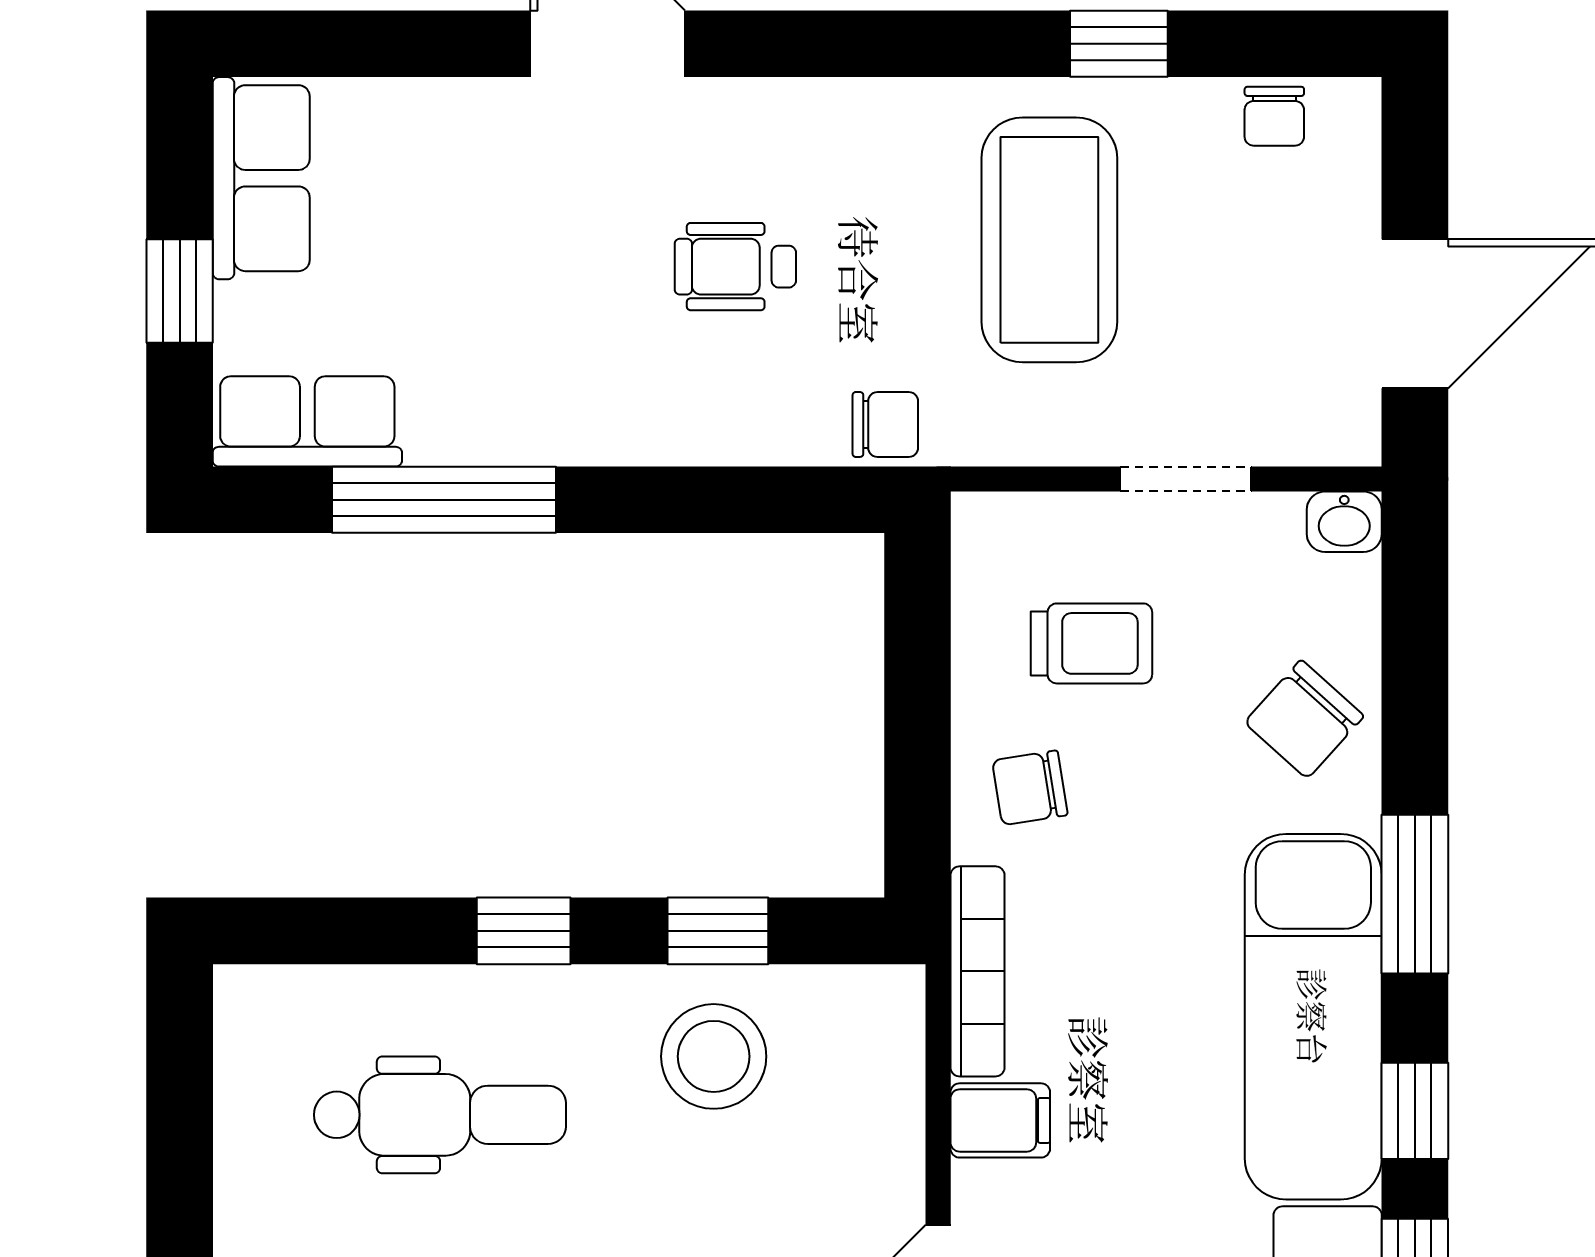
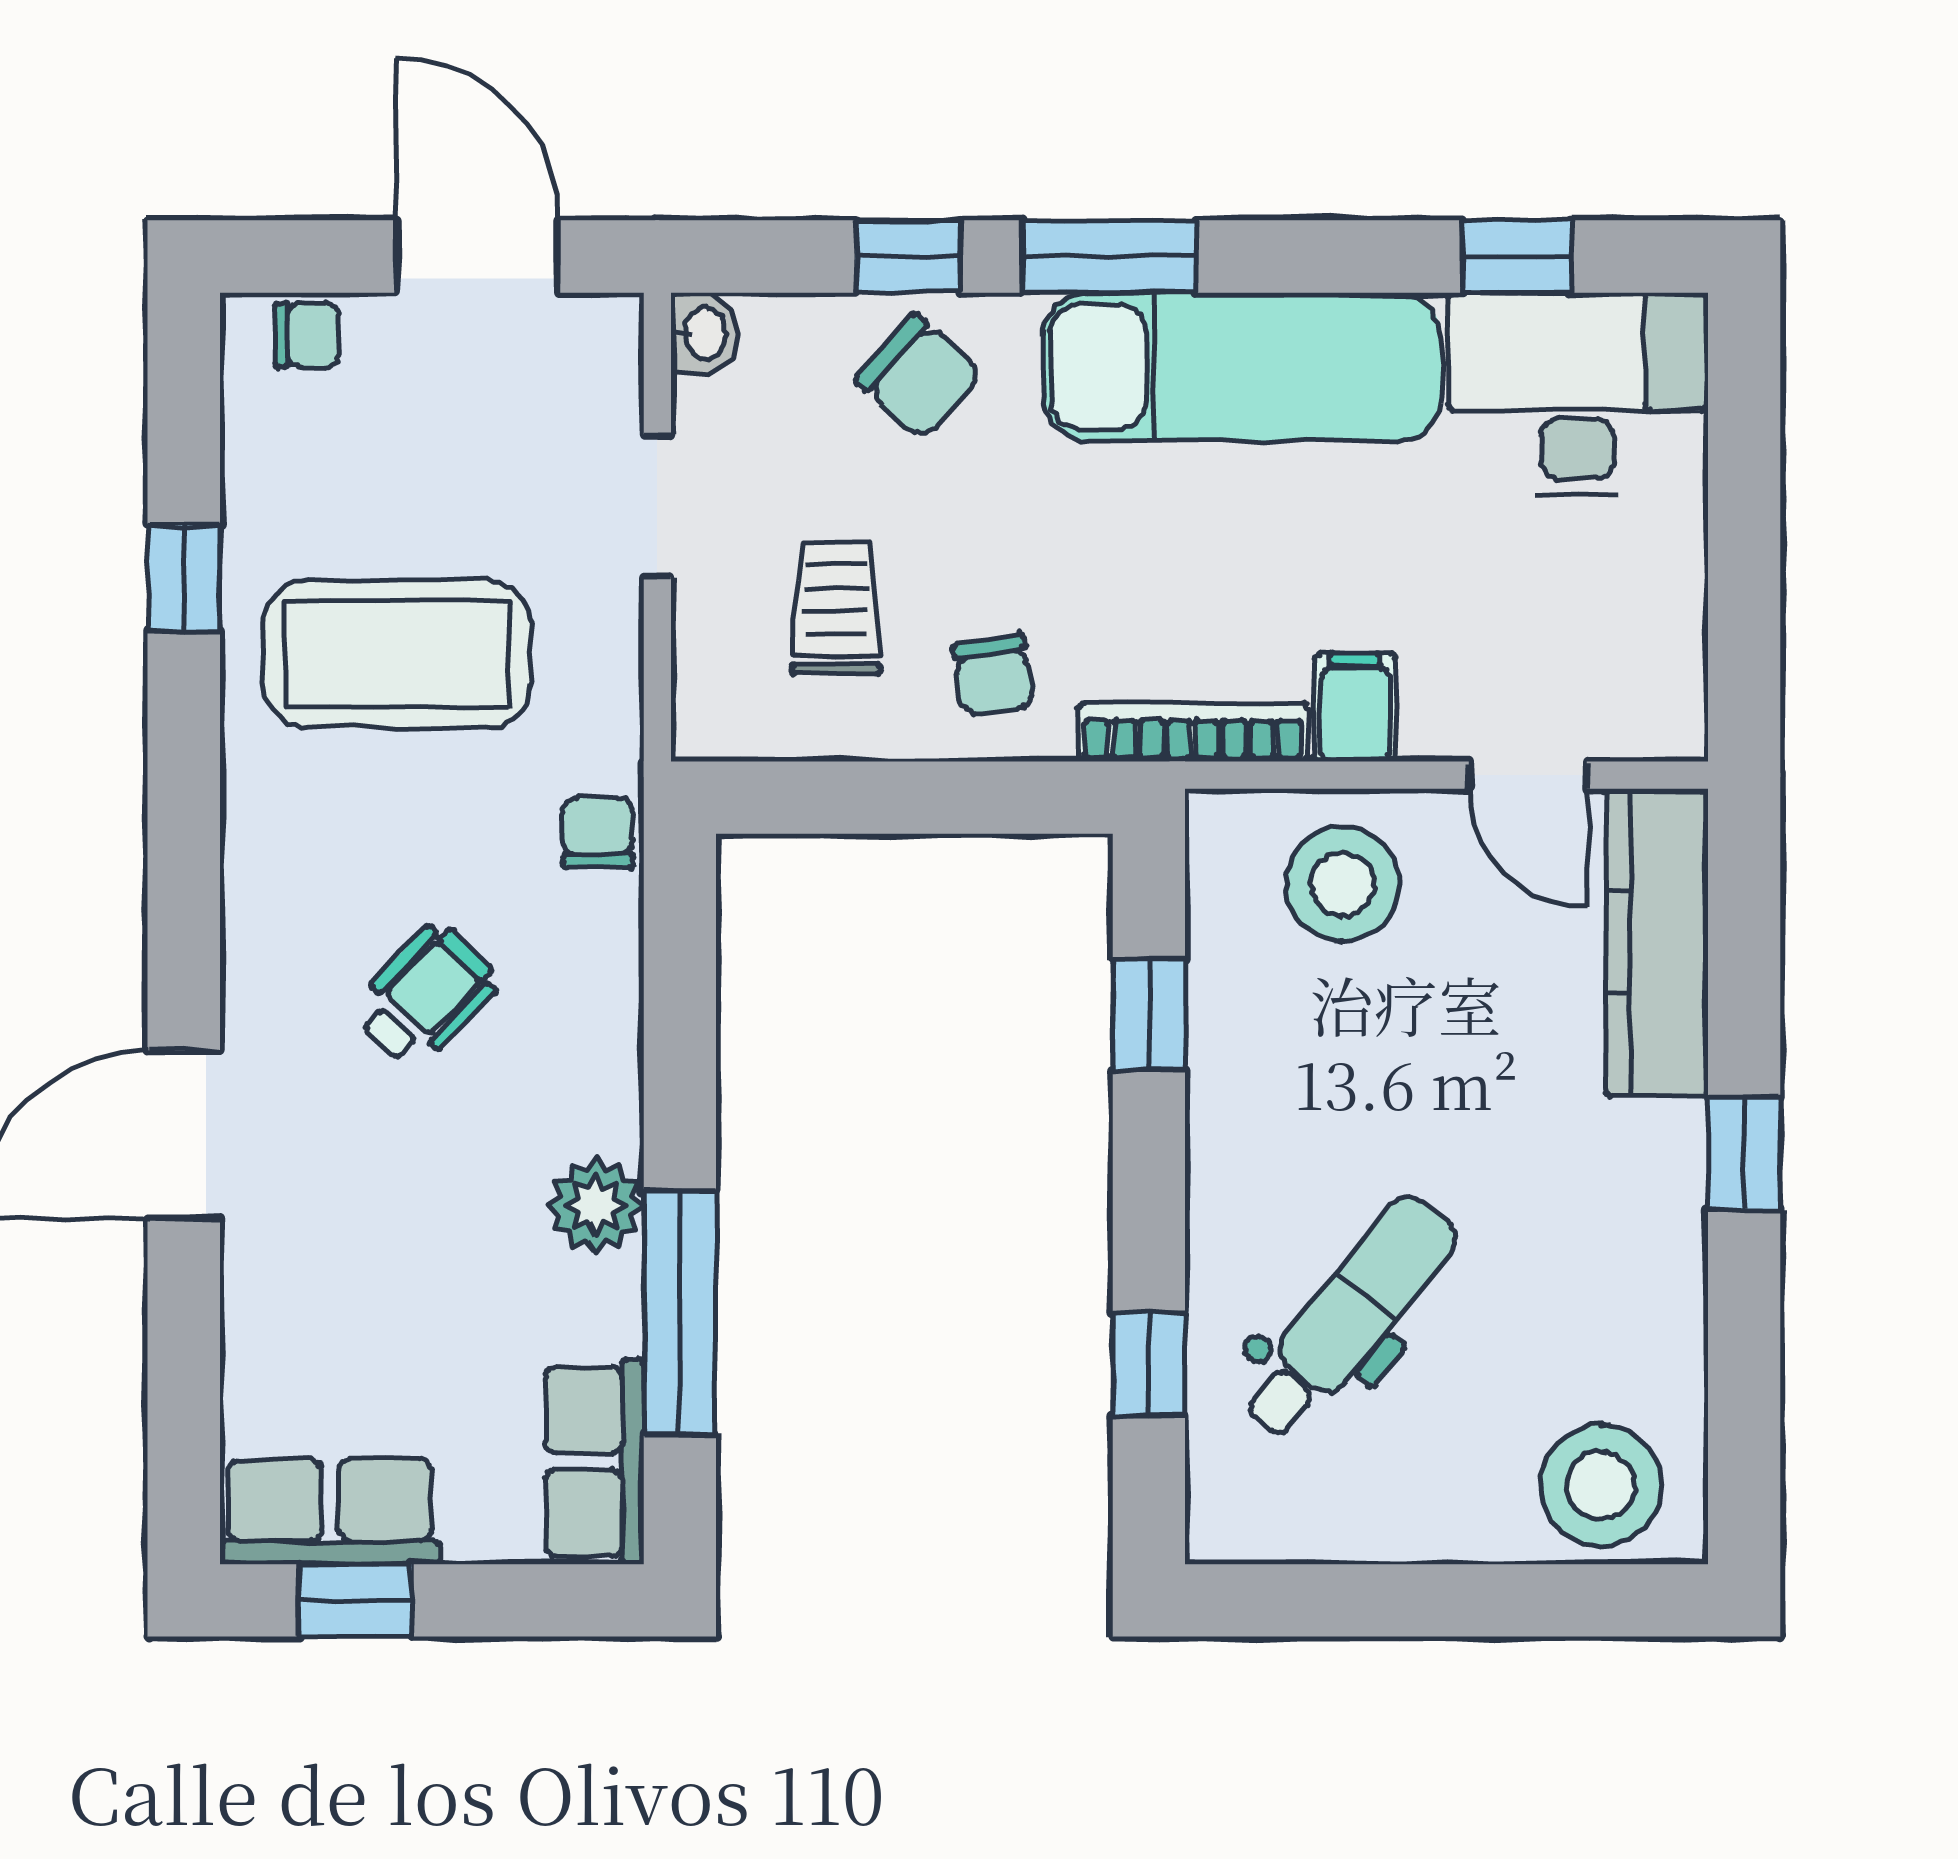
chair: (1274, 116) -> (307, 335), moved
wheelchair: (735, 267) -> (426, 996), turned -136
window: (180, 291) -> (355, 1600), moved
plant: (543, 423) -> (596, 1205), added
window: (524, 931) -> (1149, 1364), moved
stool: (714, 1056) -> (1343, 884), moved
window: (1415, 1111) -> (908, 256), moved
dental chair: (440, 1115) -> (1349, 1317), turned 39

